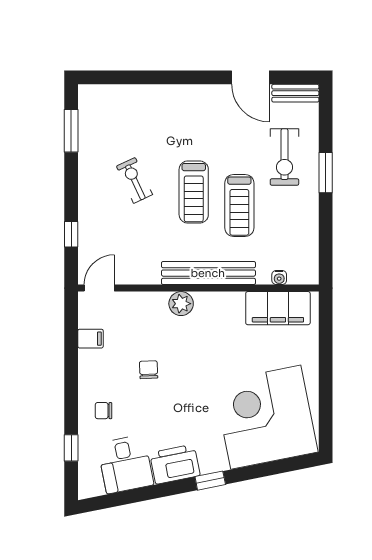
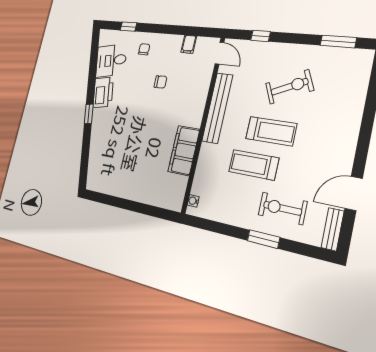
exercise bike: (134, 180) -> (289, 87), width x1.38, depth x1.39
treadmill: (194, 192) -> (271, 131), turned 180
bench: (208, 273) -> (217, 108), moved
water cooler: (279, 278) -> (193, 201), moved
plant: (181, 304) -> (196, 110), removed
filing cabinet: (278, 308) -> (184, 151), moved
corner desk: (266, 417) -> (114, 157), removed

